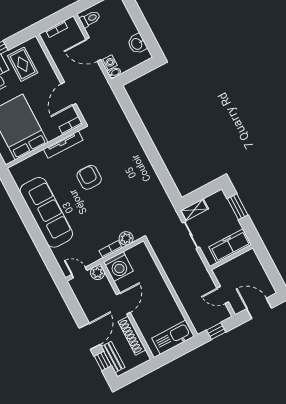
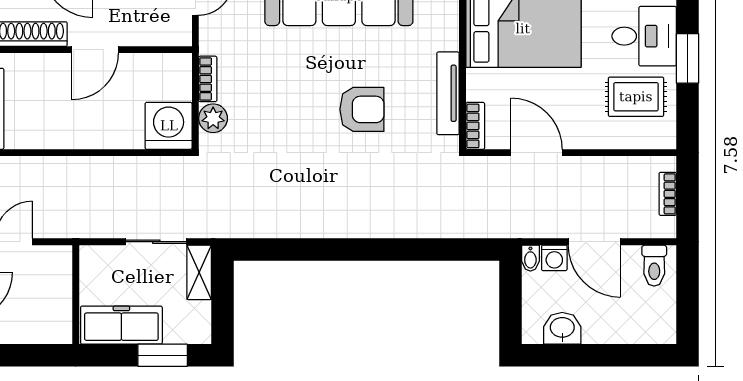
door: (93, 49) -> (594, 242), swing flipped
freezer: (230, 246) -> (121, 325), moved, turned -90
washing machine: (118, 267) -> (169, 126), moved, turned 90
plant: (97, 273) -> (177, 32), removed
door: (123, 304) -> (95, 50), hinge flipped

